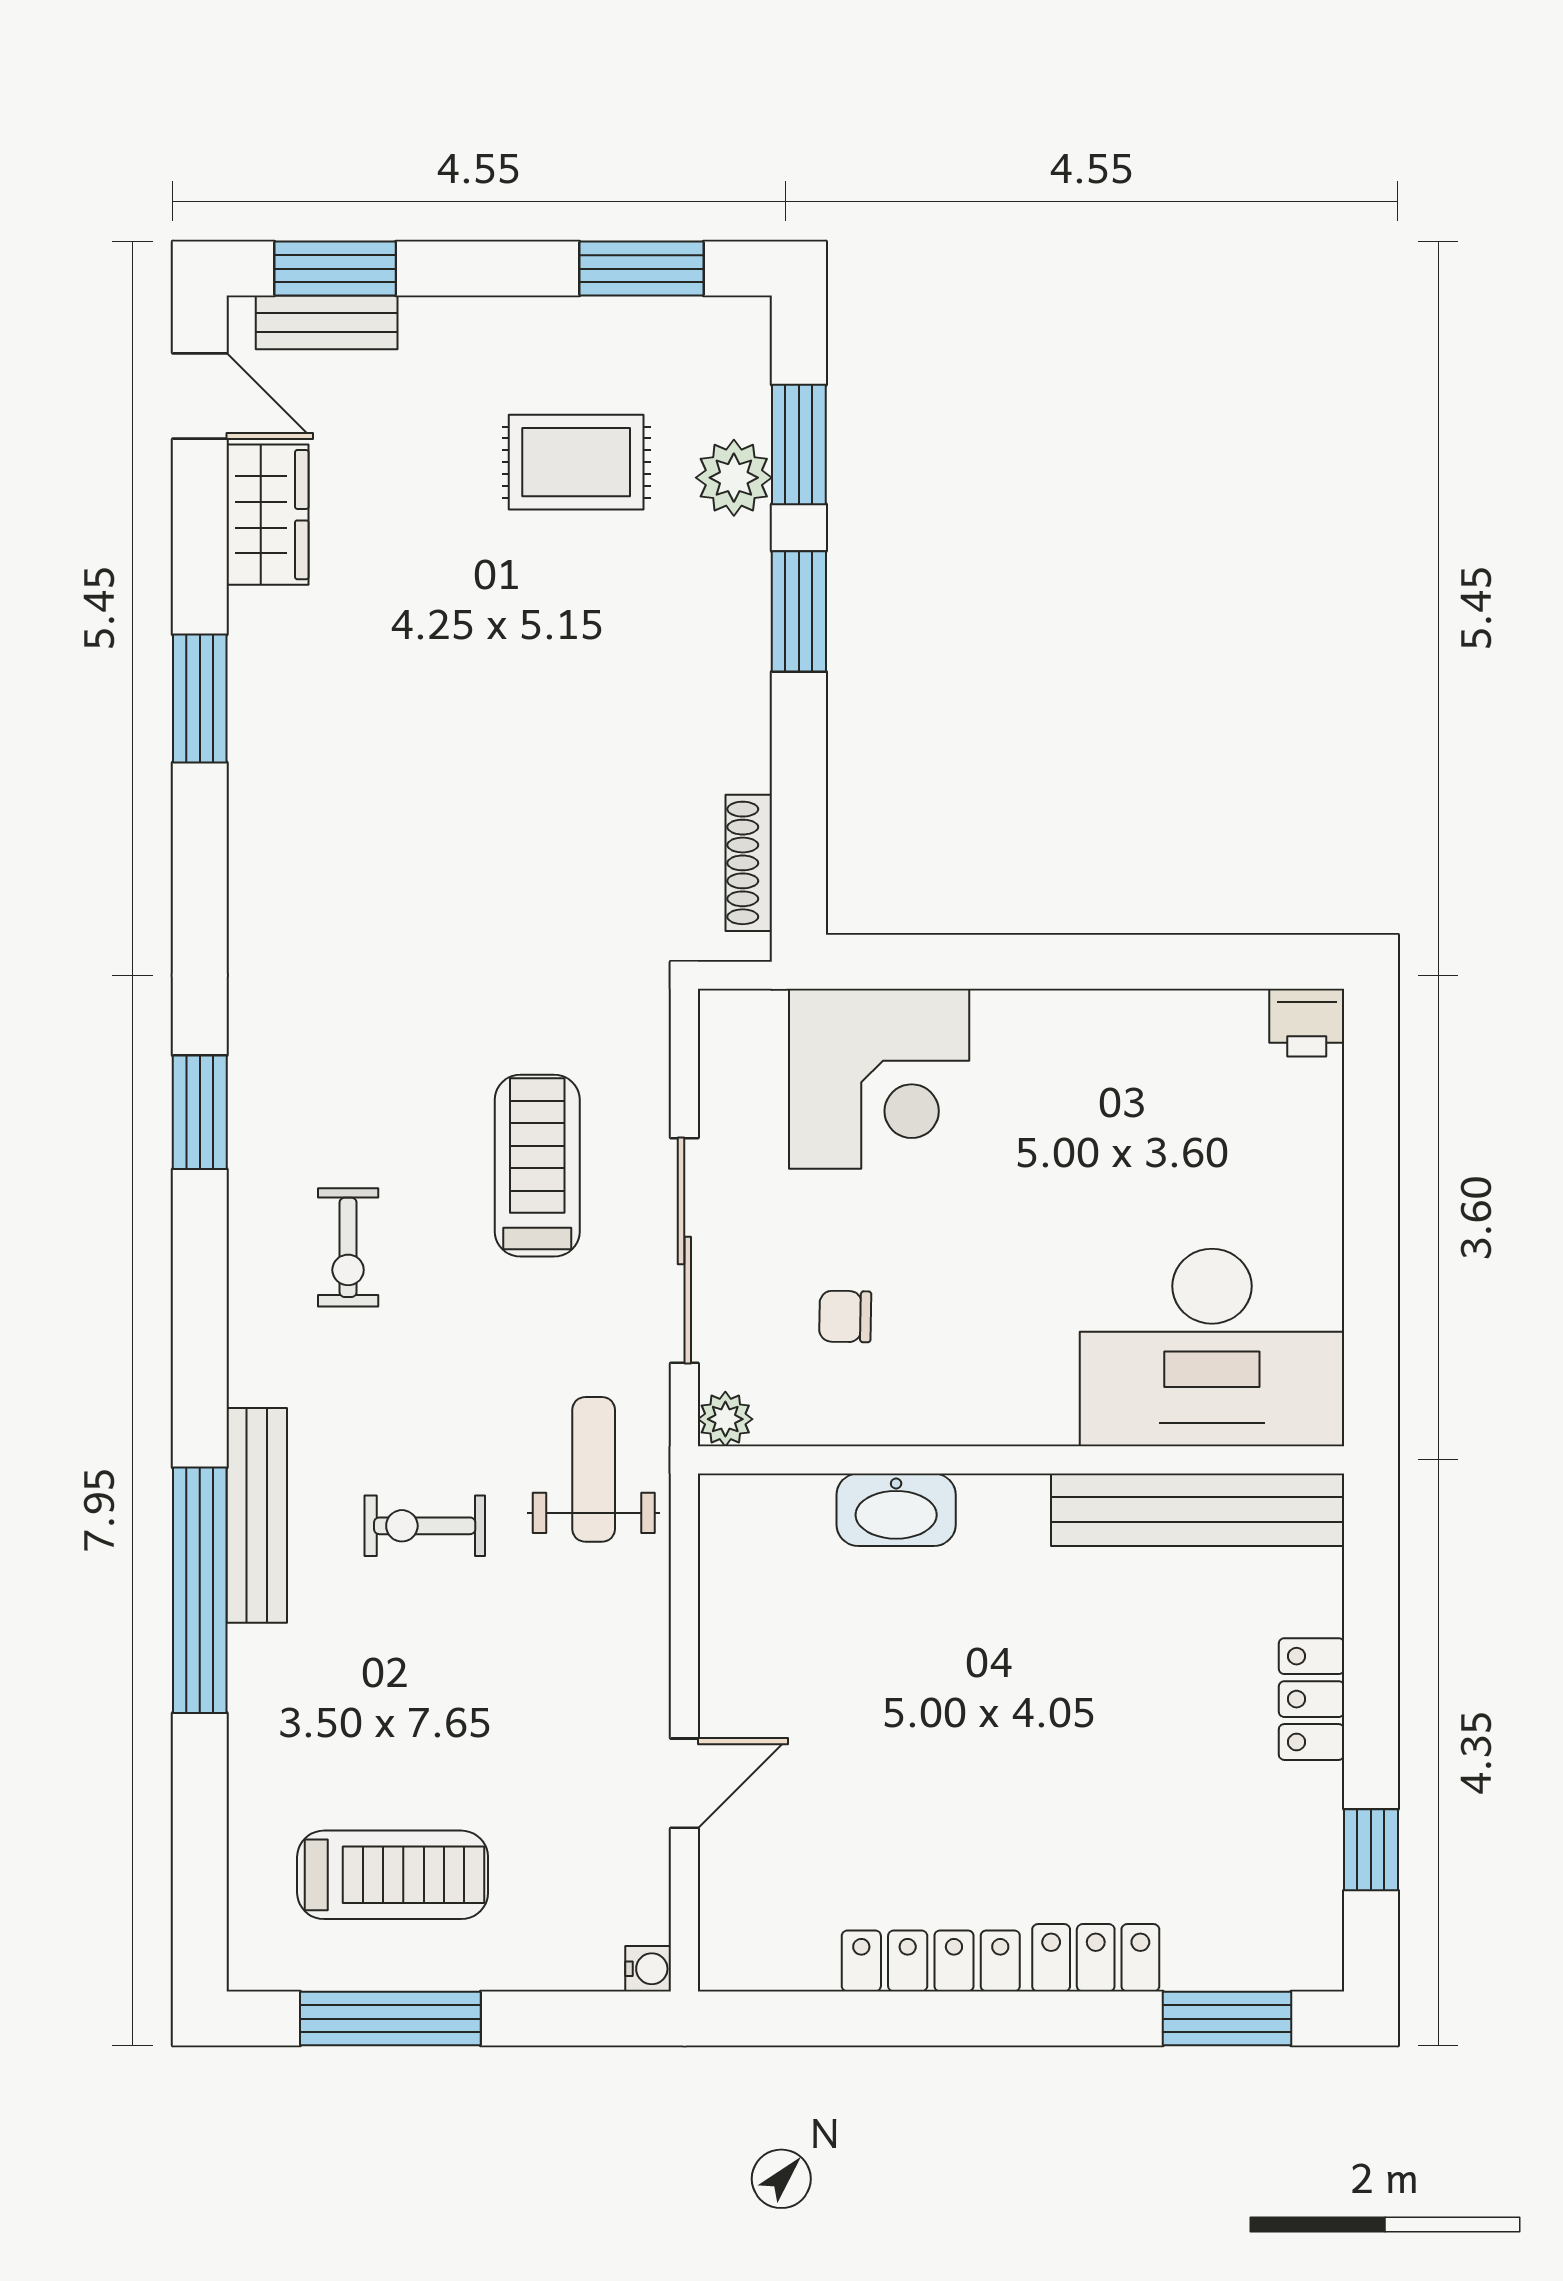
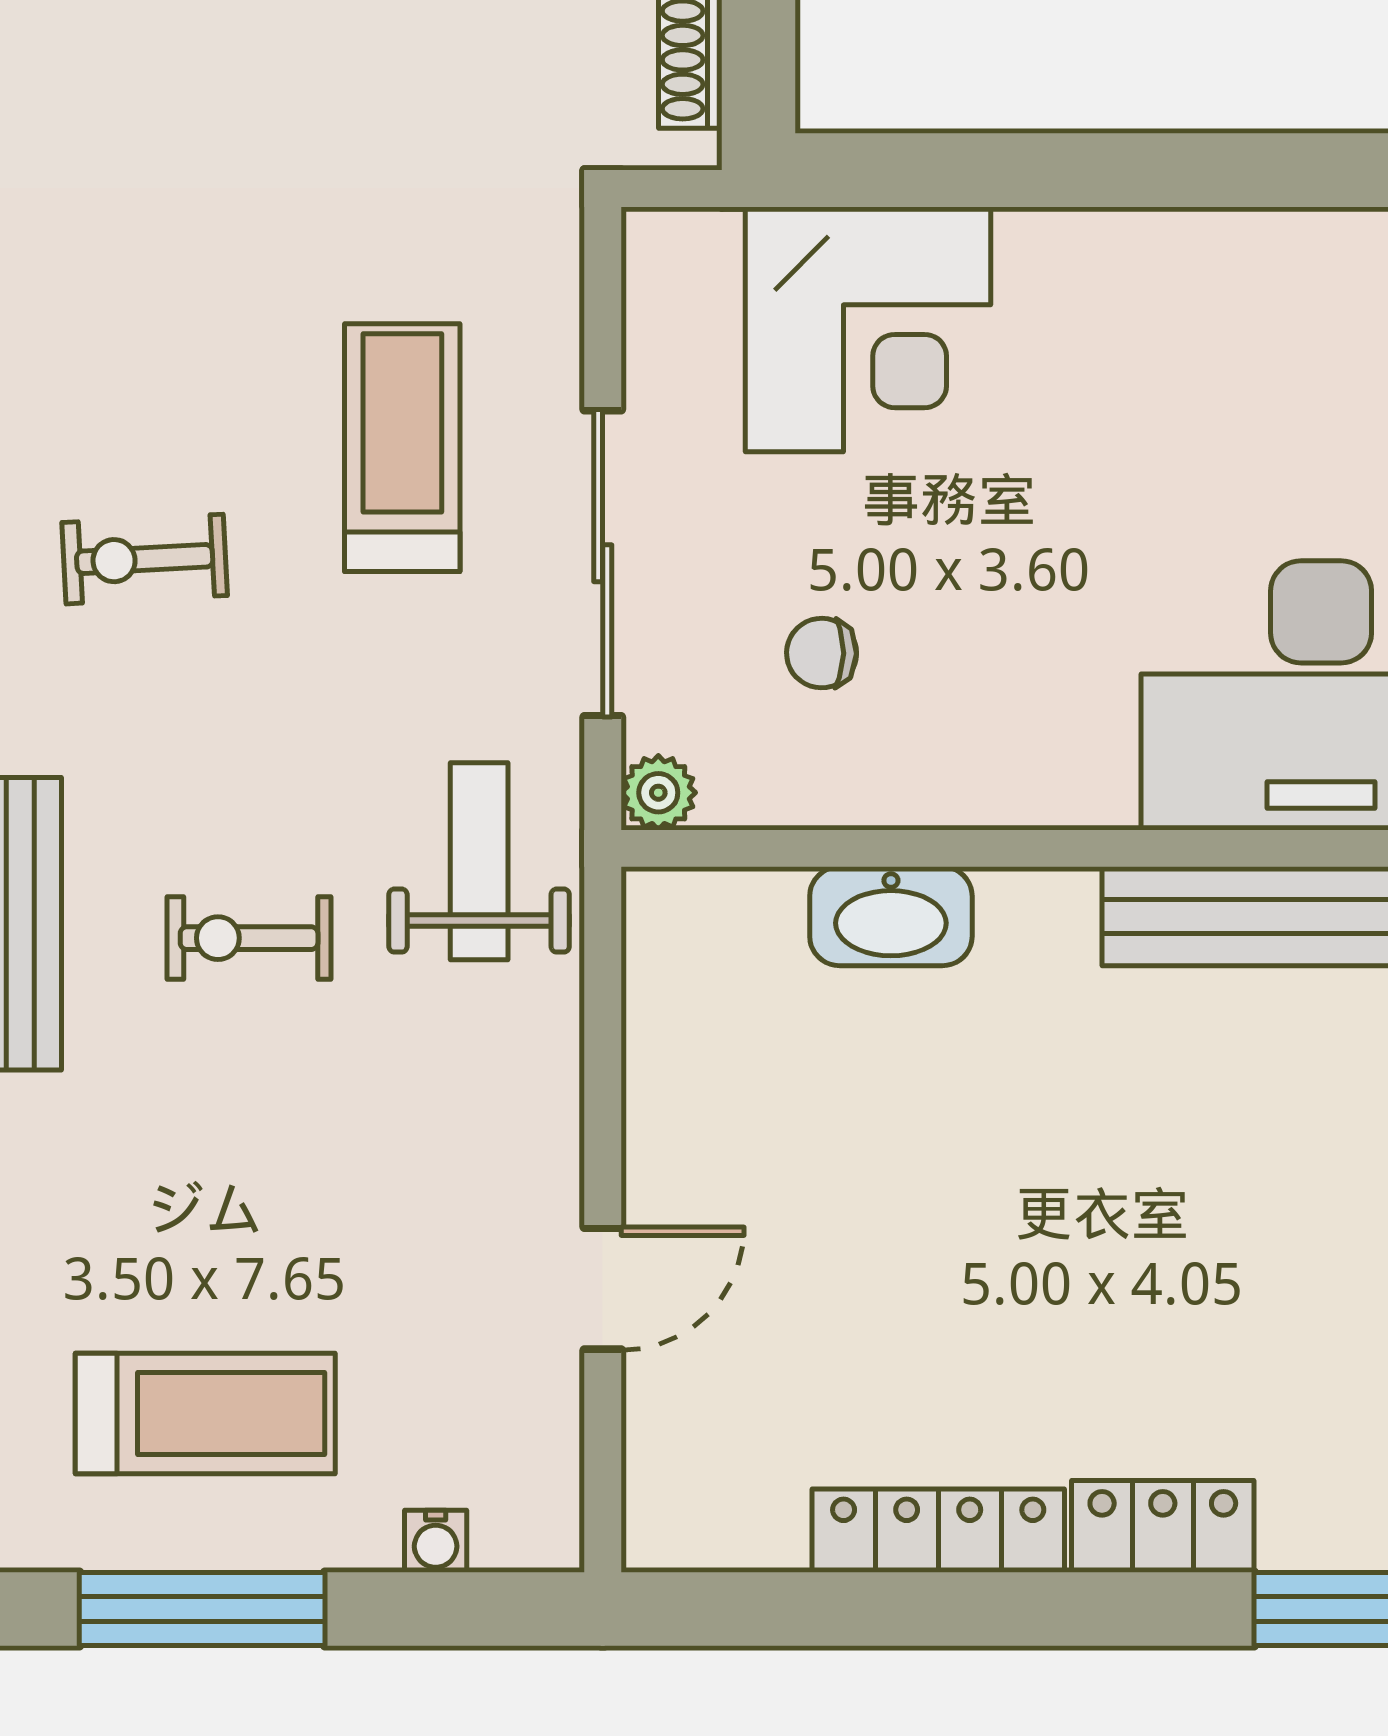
exercise bike: (348, 1247) -> (145, 559), turned 87
water cooler: (648, 1969) -> (436, 1541), moved, turned 90

